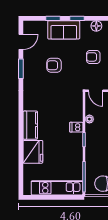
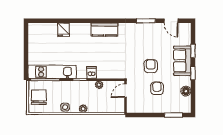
armchair: (54, 65) -> (151, 66), moved
kitchen counter: (30, 125) -> (105, 30), moved
fridge: (33, 152) -> (63, 30), width x0.53, depth x0.75
kitchen unit: (57, 188) -> (52, 72), moved, turned -90

